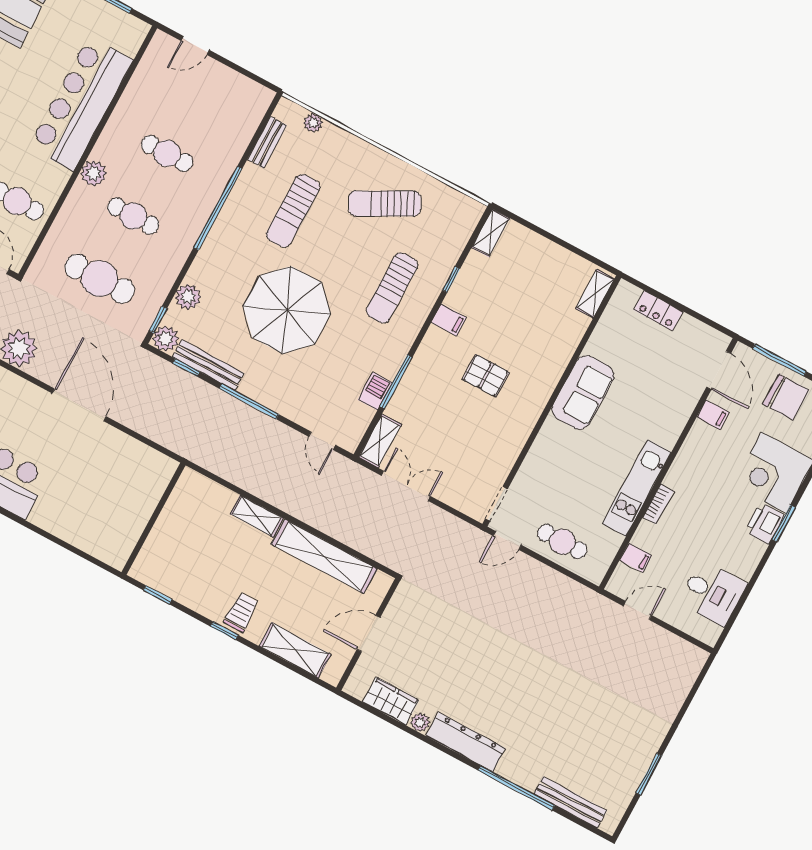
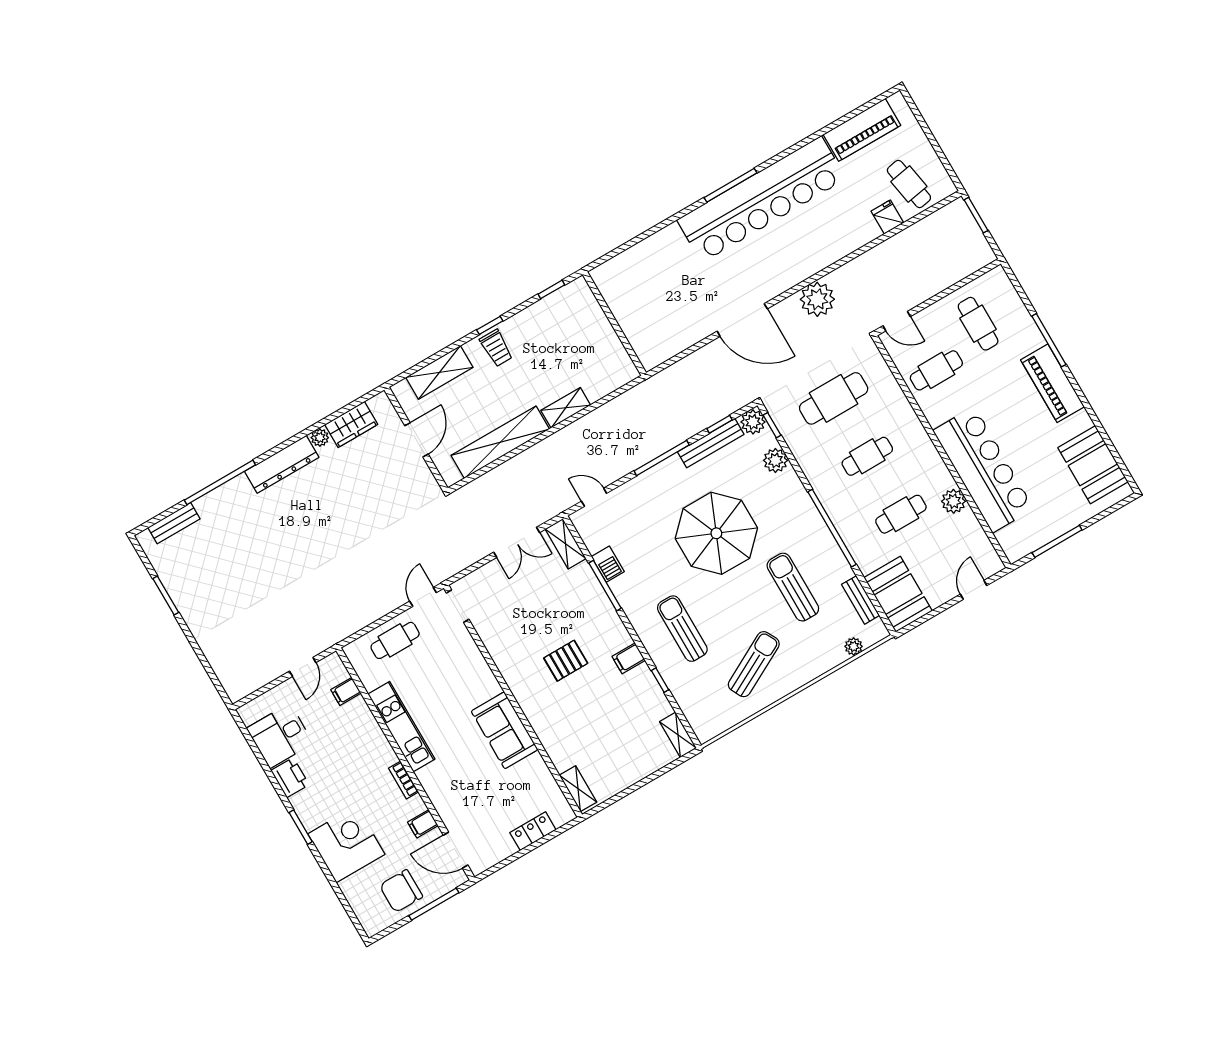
booth: (241, 112) -> (898, 594), added
plant: (94, 173) -> (954, 501), moved
bookcase: (658, 504) -> (403, 780), moved
printer: (765, 523) -> (290, 778), moved
bench: (570, 802) -> (174, 523), width x0.73

